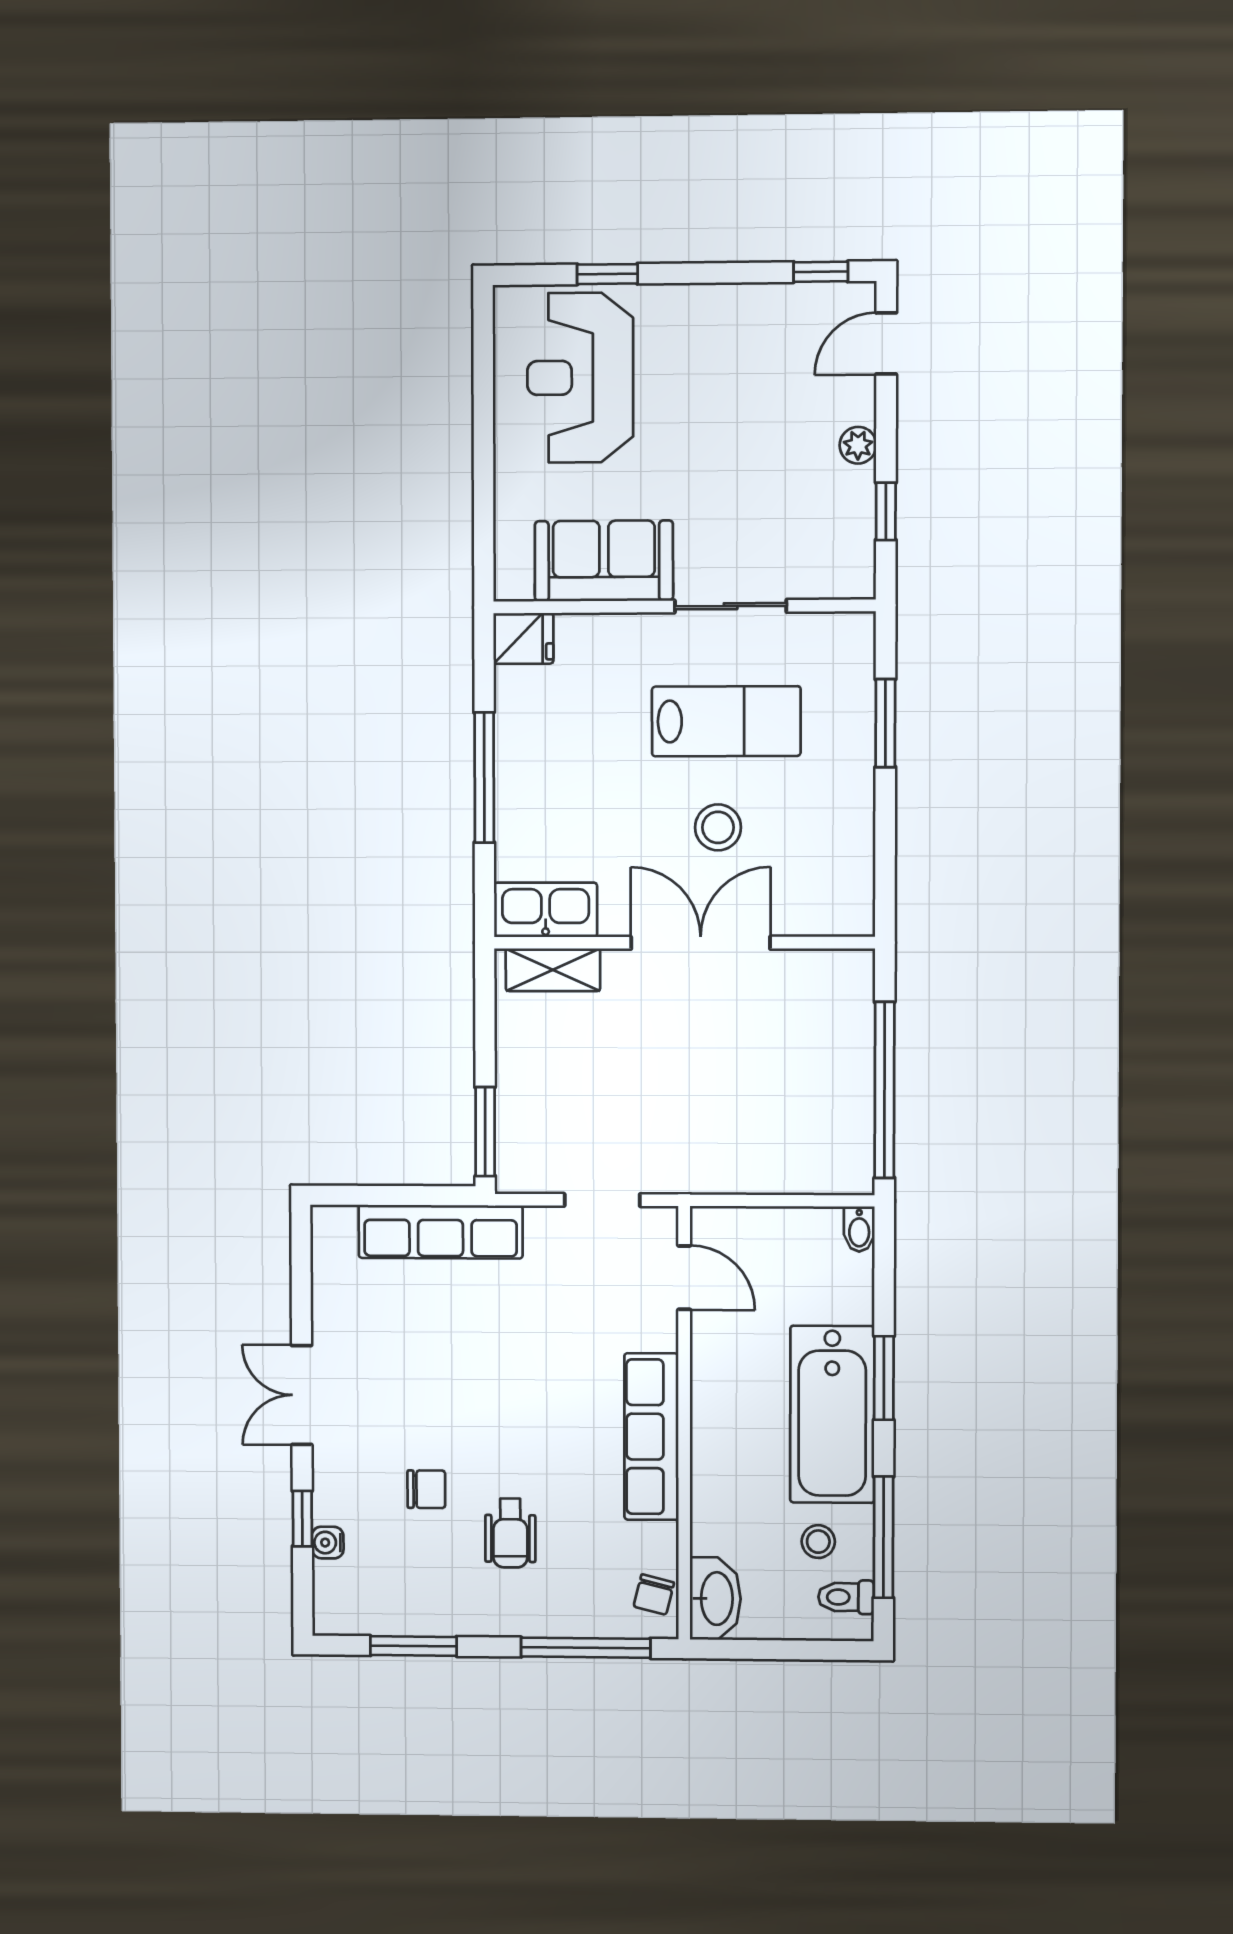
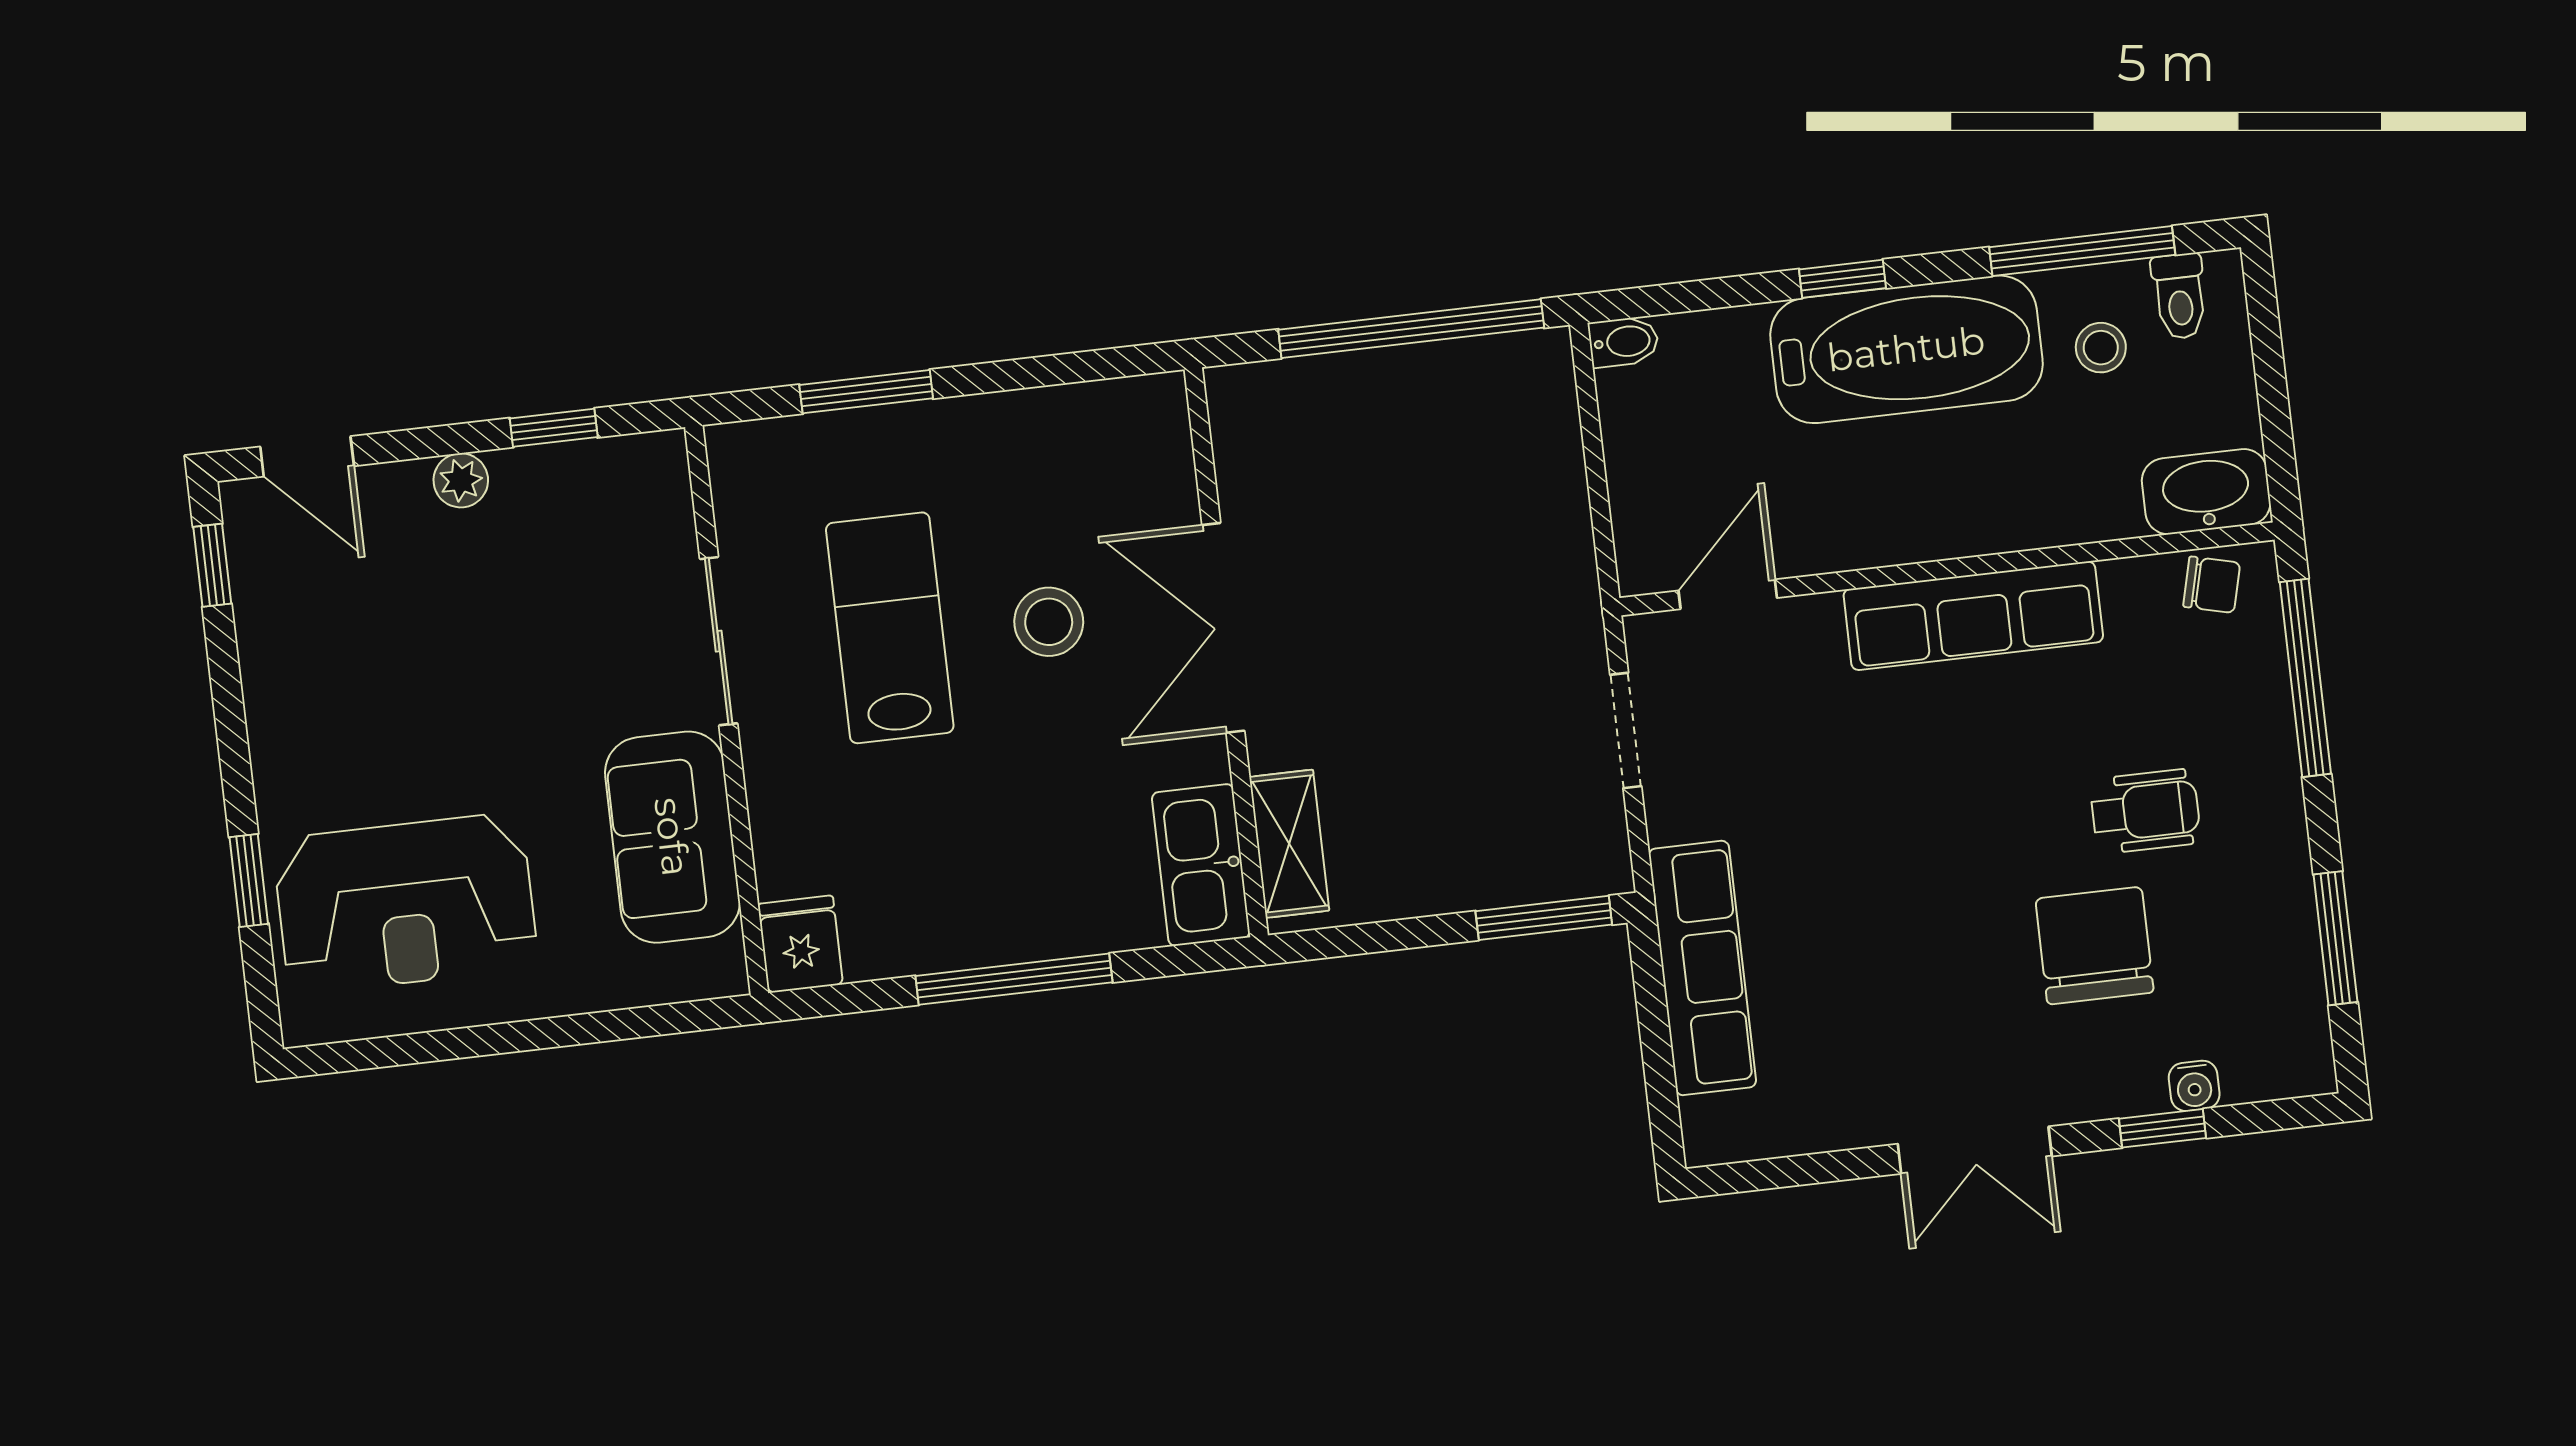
window: (884, 1378) -> (1843, 279), width x0.67
chair: (426, 1489) -> (2095, 946), width x1.87, depth x1.87

